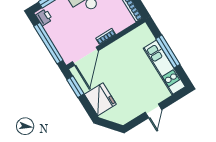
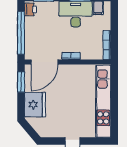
window: (168, 52) -> (114, 100), removed
kitchen unit: (164, 67) -> (103, 101), width x1.36

